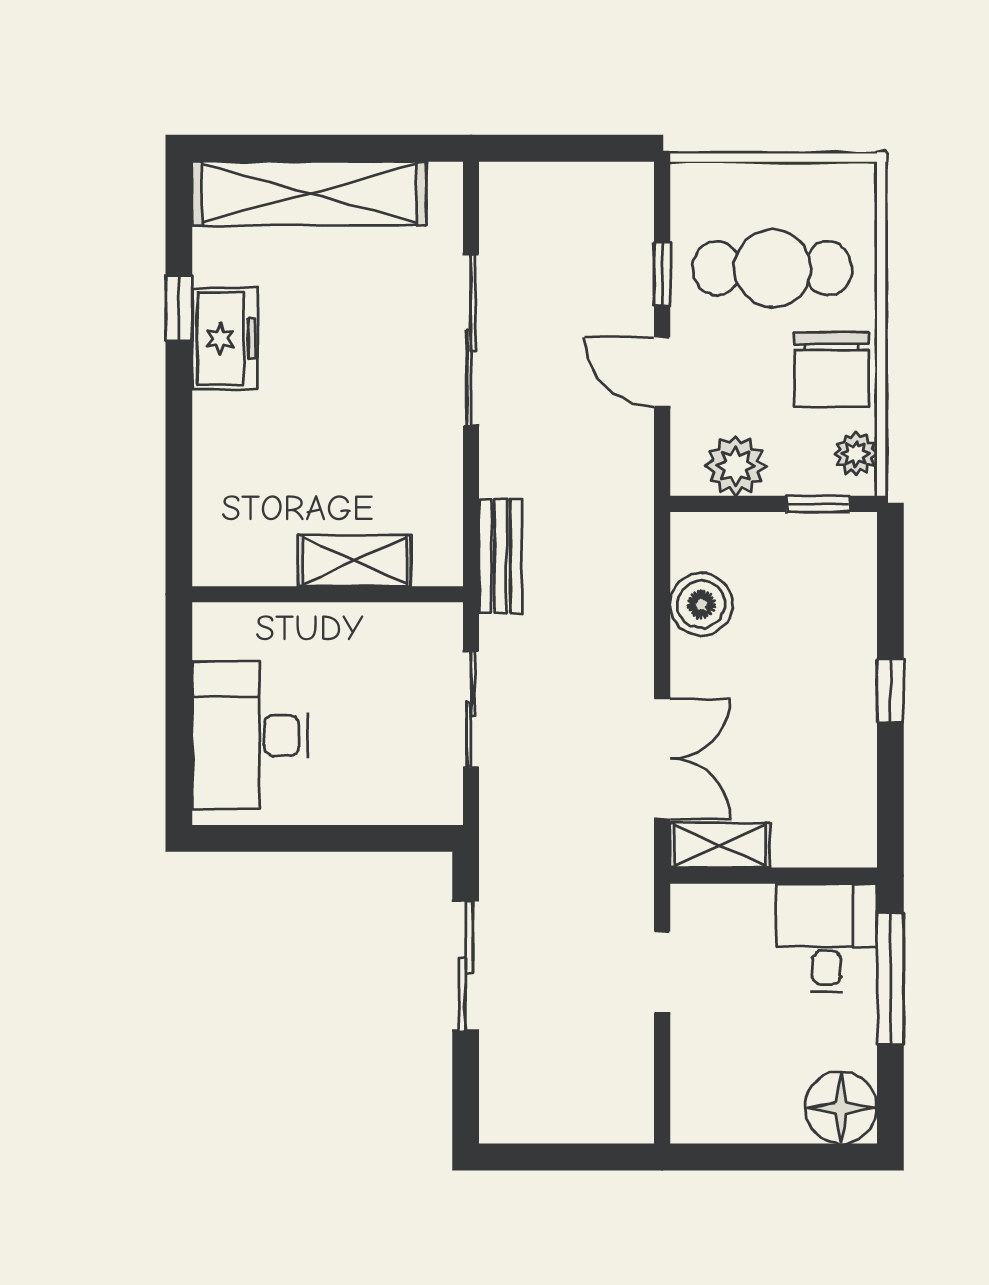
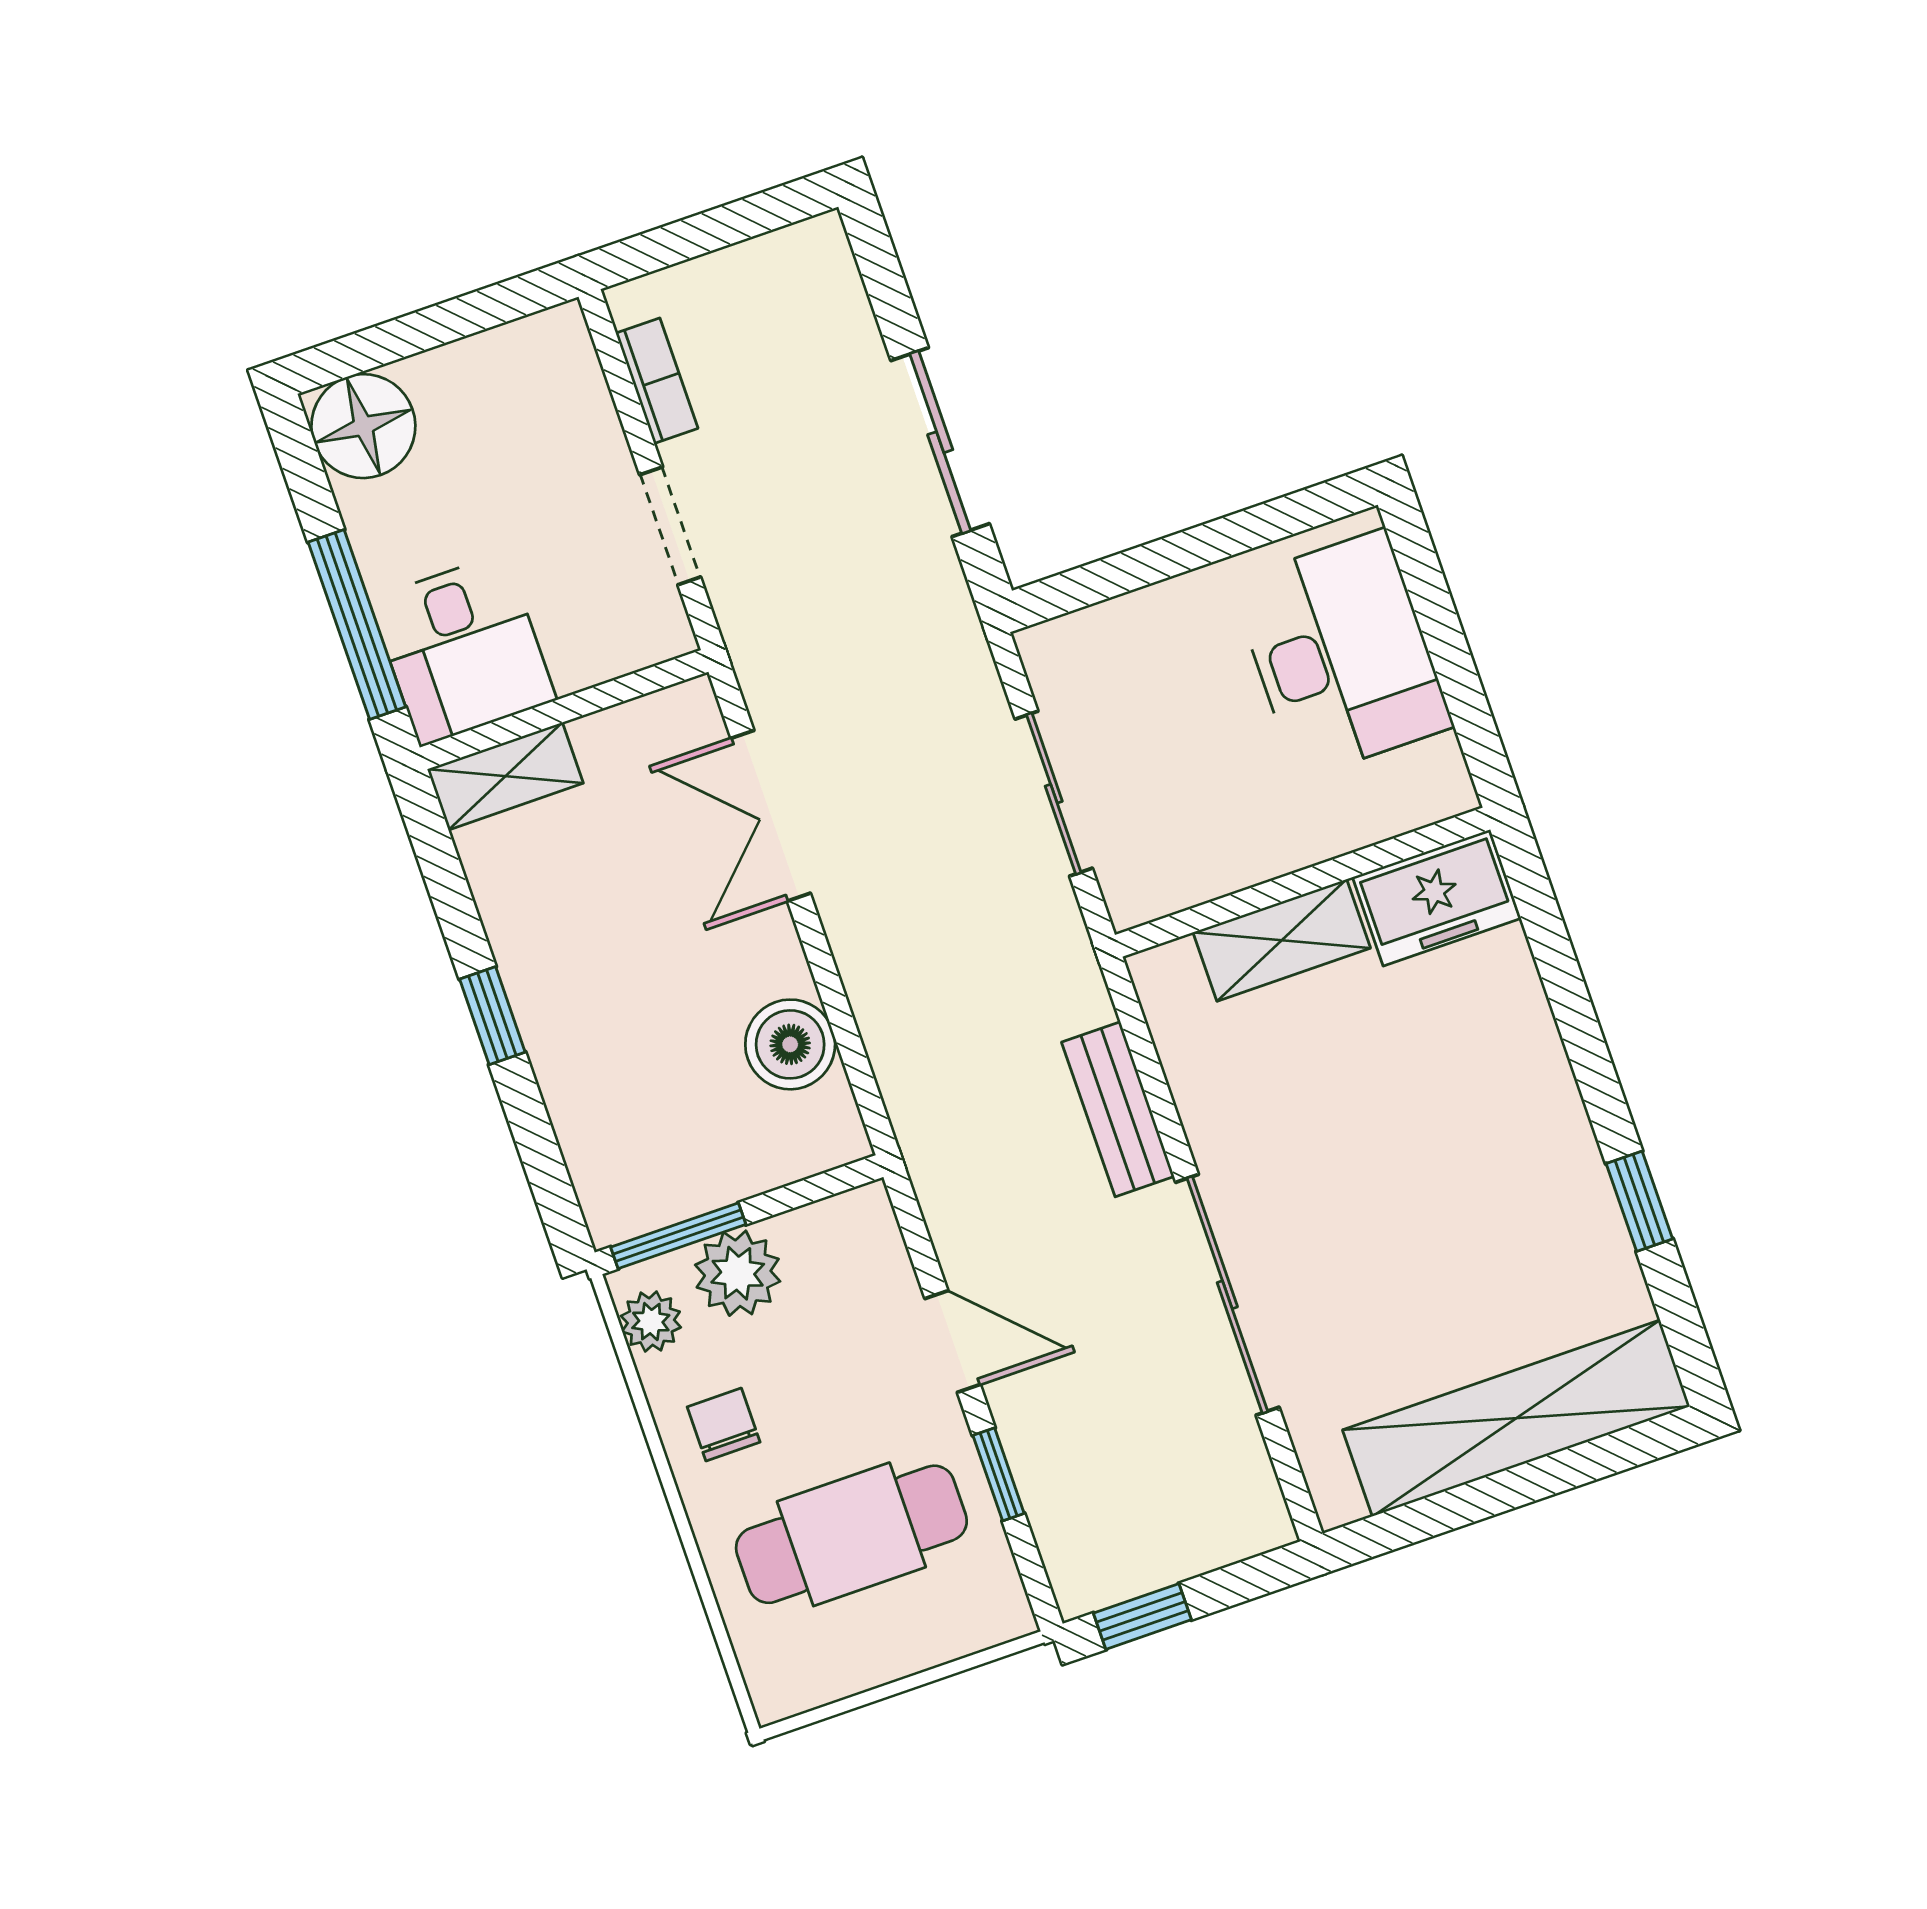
window: (600, 148) -> (1142, 1616), added
freezer: (225, 339) -> (1436, 898), moved, turned -90
chair: (831, 370) -> (724, 1424), width x0.54, depth x0.54
plant: (736, 466) -> (738, 1273), moved
window: (818, 504) -> (678, 1236), width x1.50
bench: (501, 556) -> (1118, 1109), moved
shelving: (720, 845) -> (505, 776), moved
bookcase: (638, 1071) -> (657, 381), added

